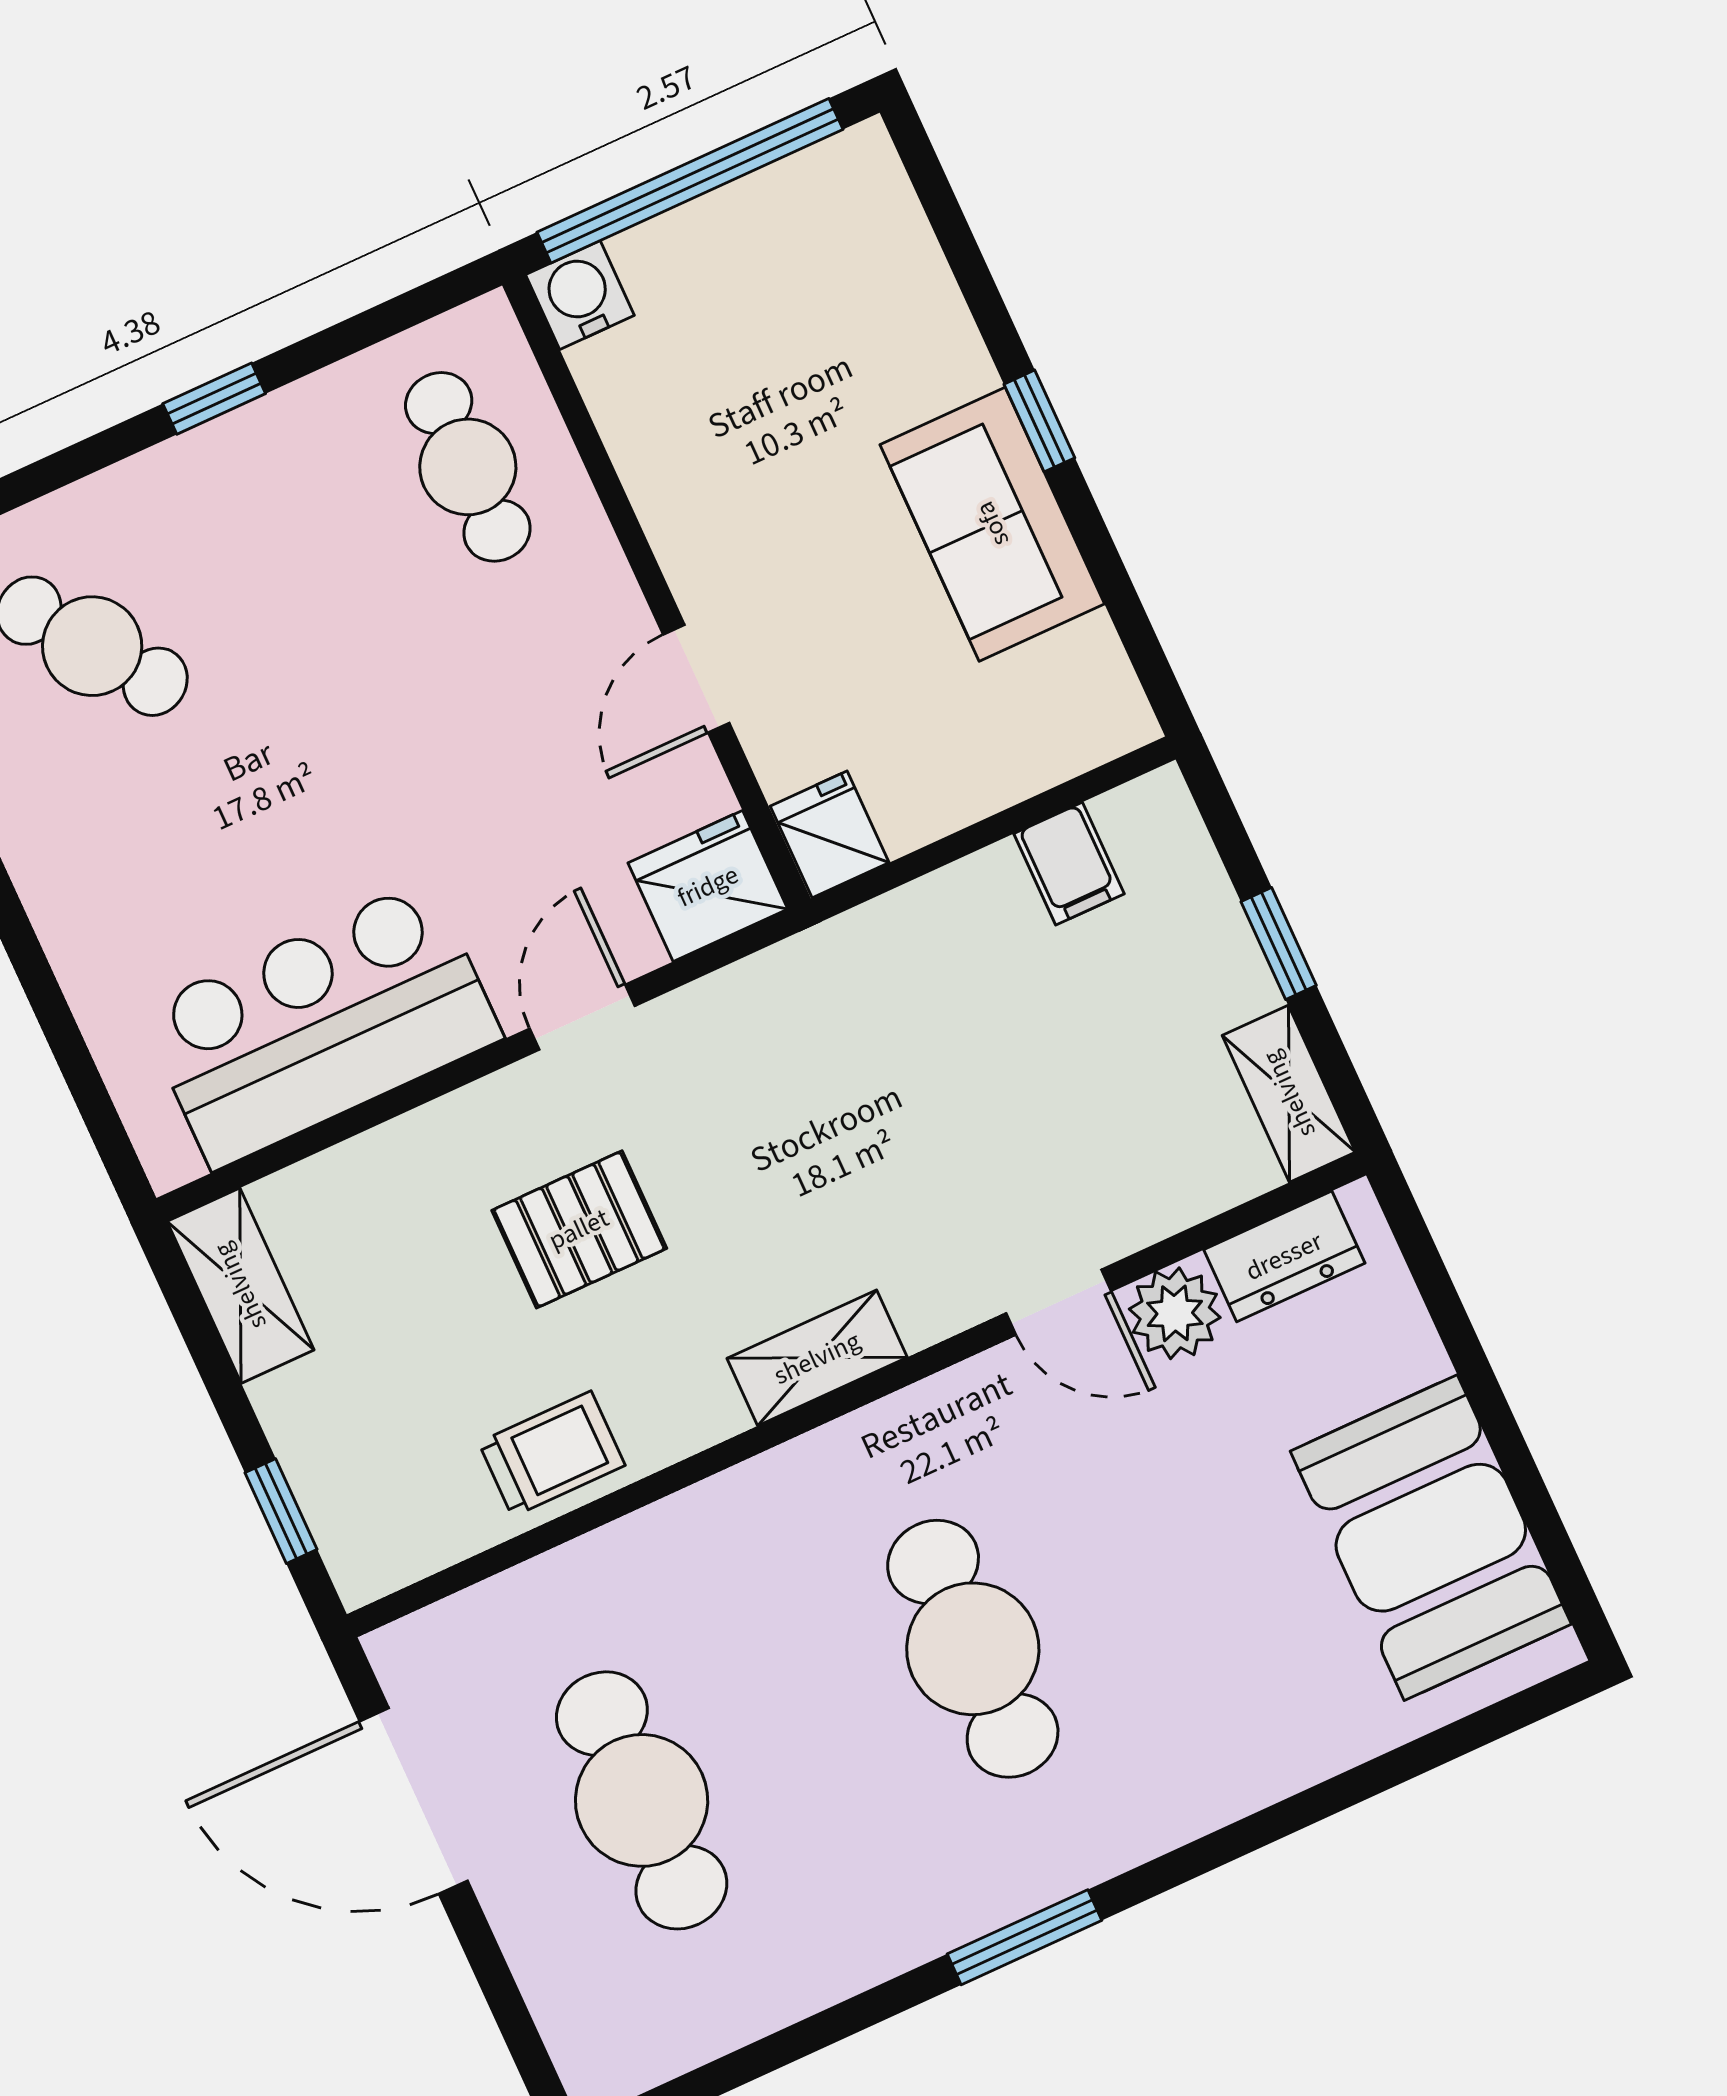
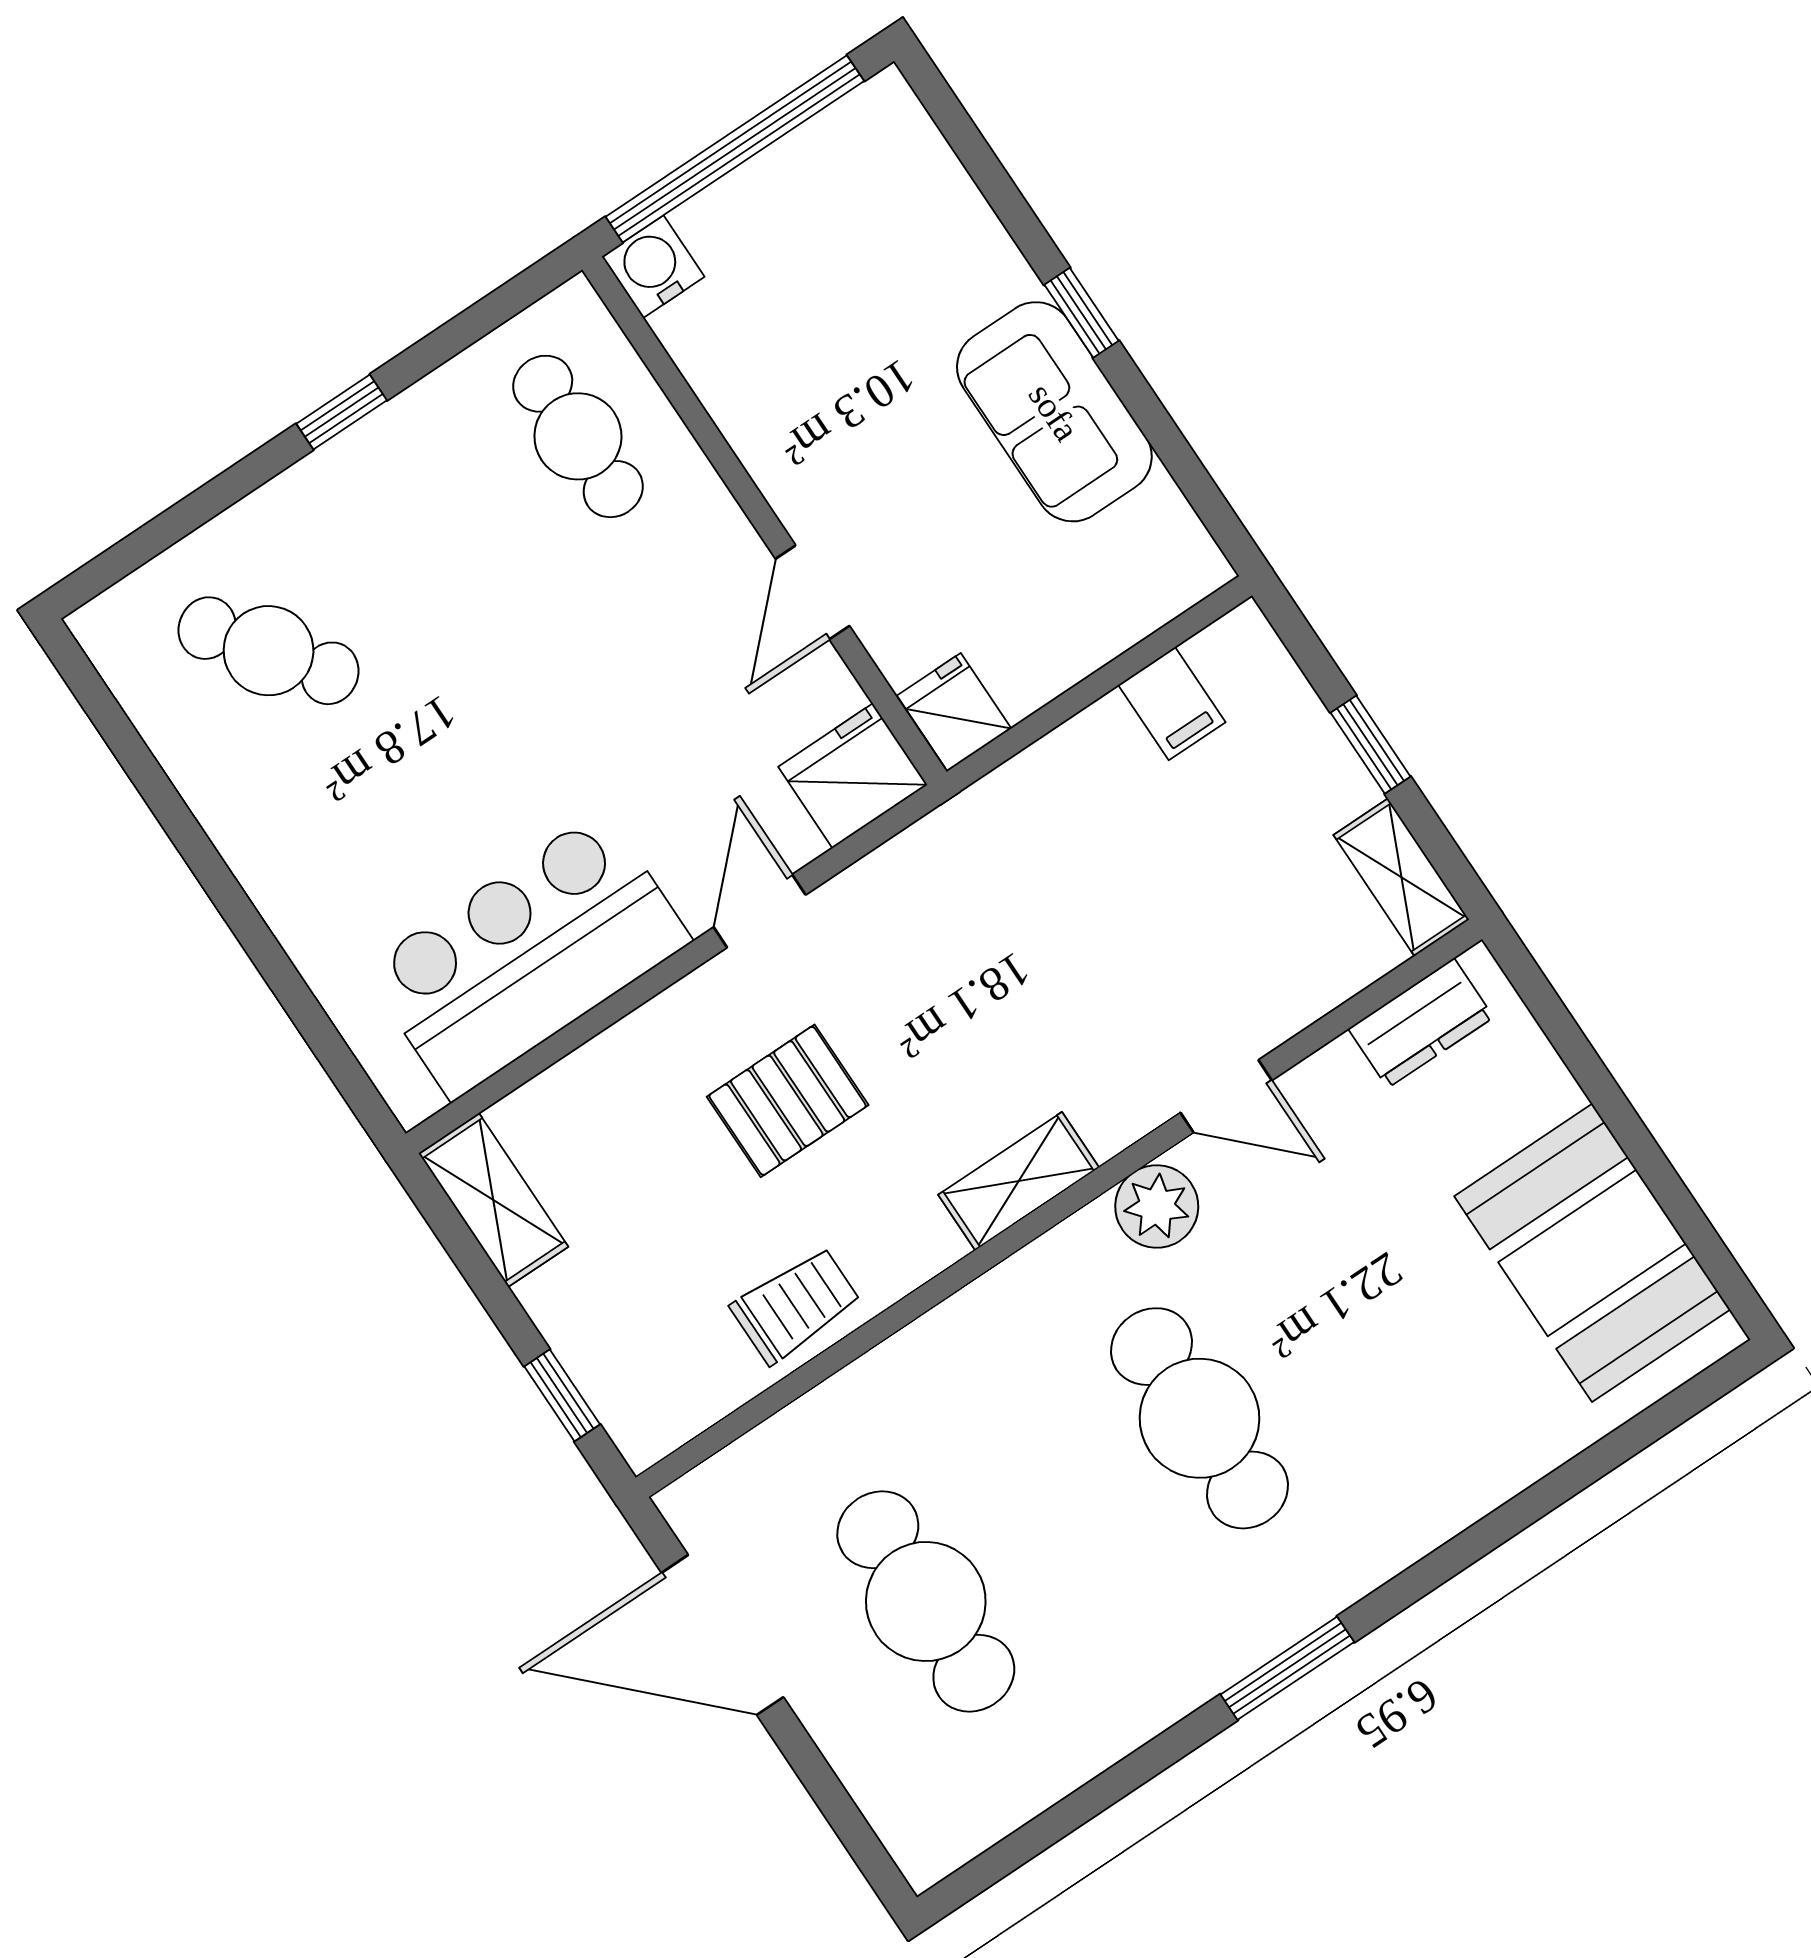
plant: (1175, 1313) -> (1157, 1206), moved

